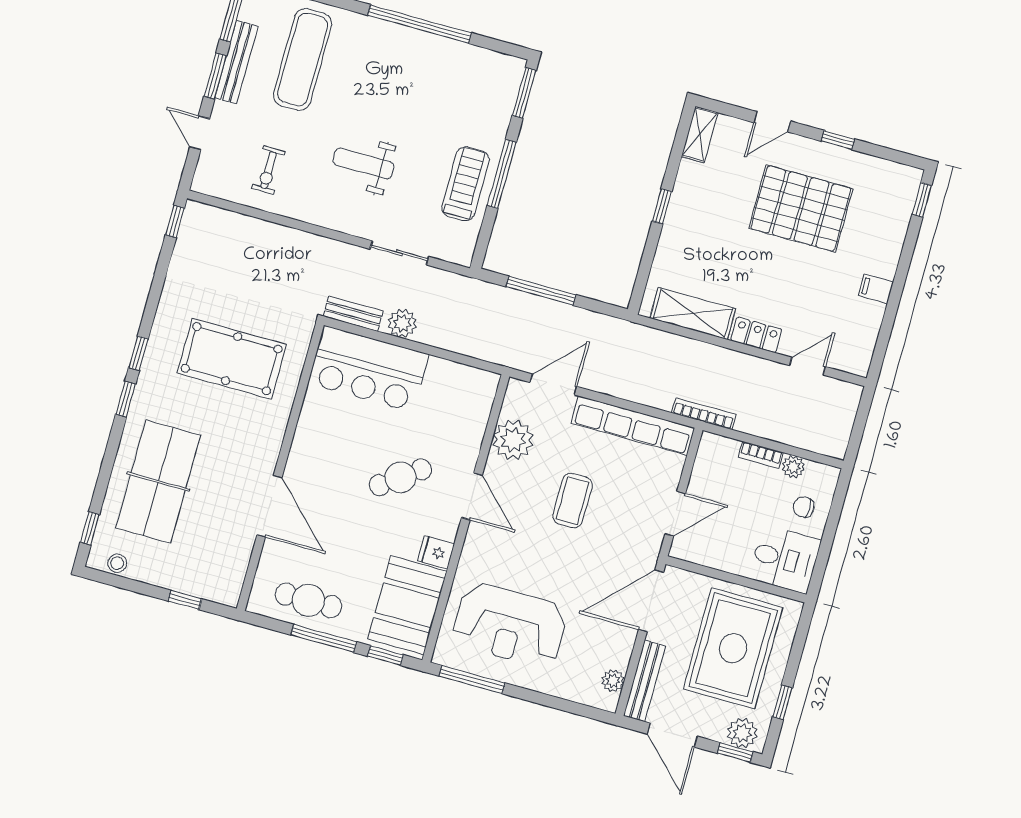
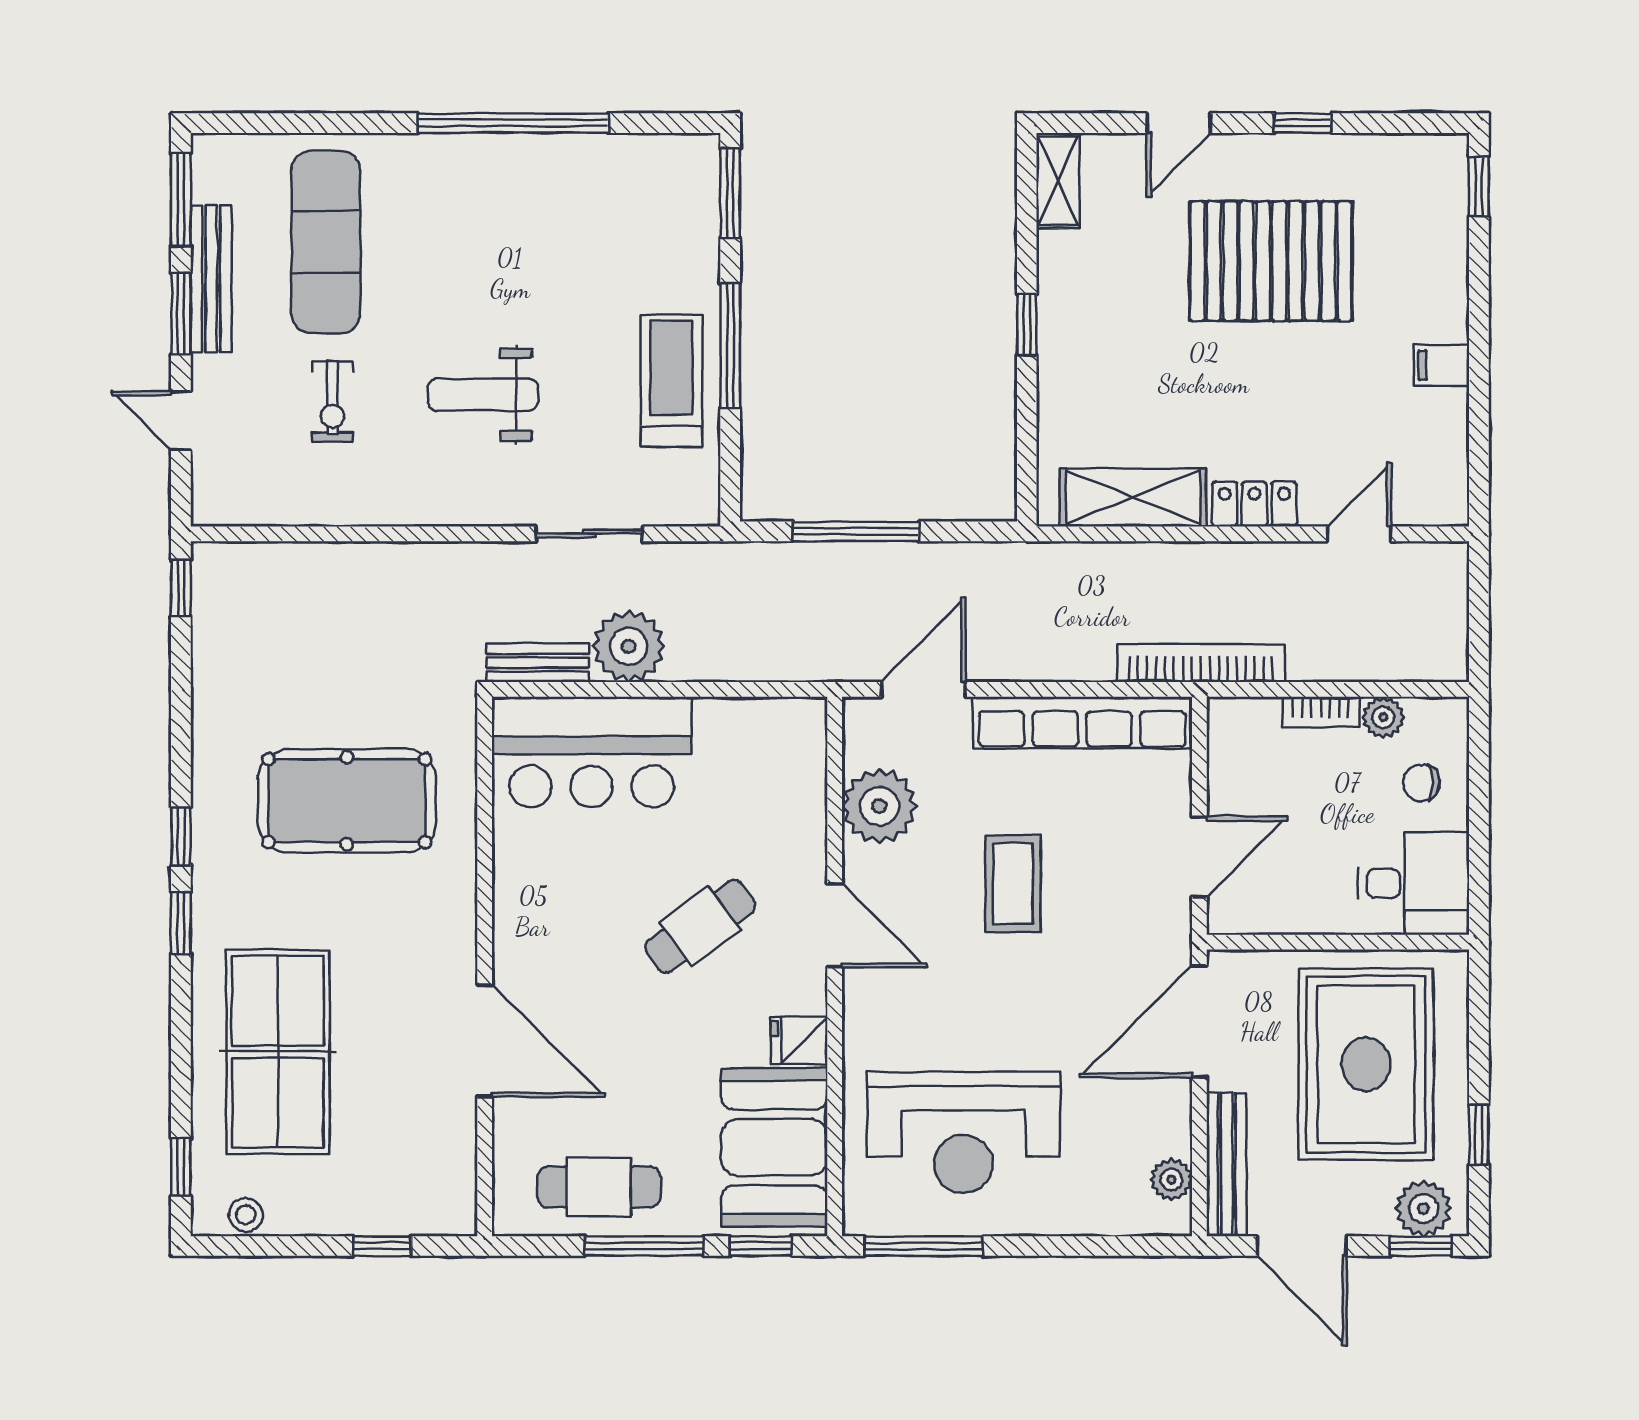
exercise bike: (268, 170) -> (332, 402), moved
plant: (402, 323) -> (629, 646), width x1.36, depth x1.36
bookcase: (704, 414) -> (1201, 663), width x1.48, depth x1.31

